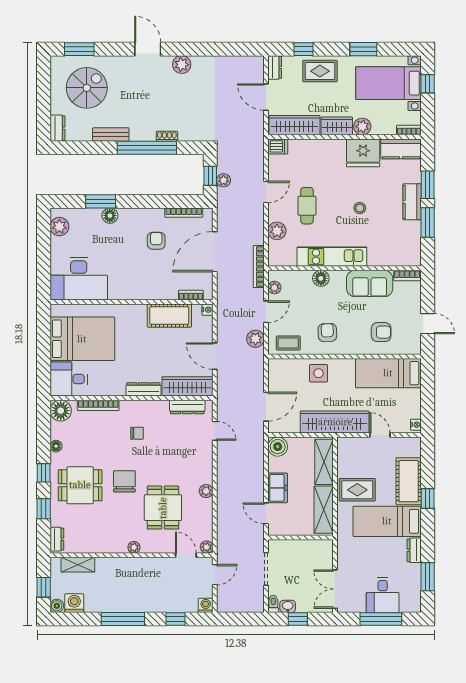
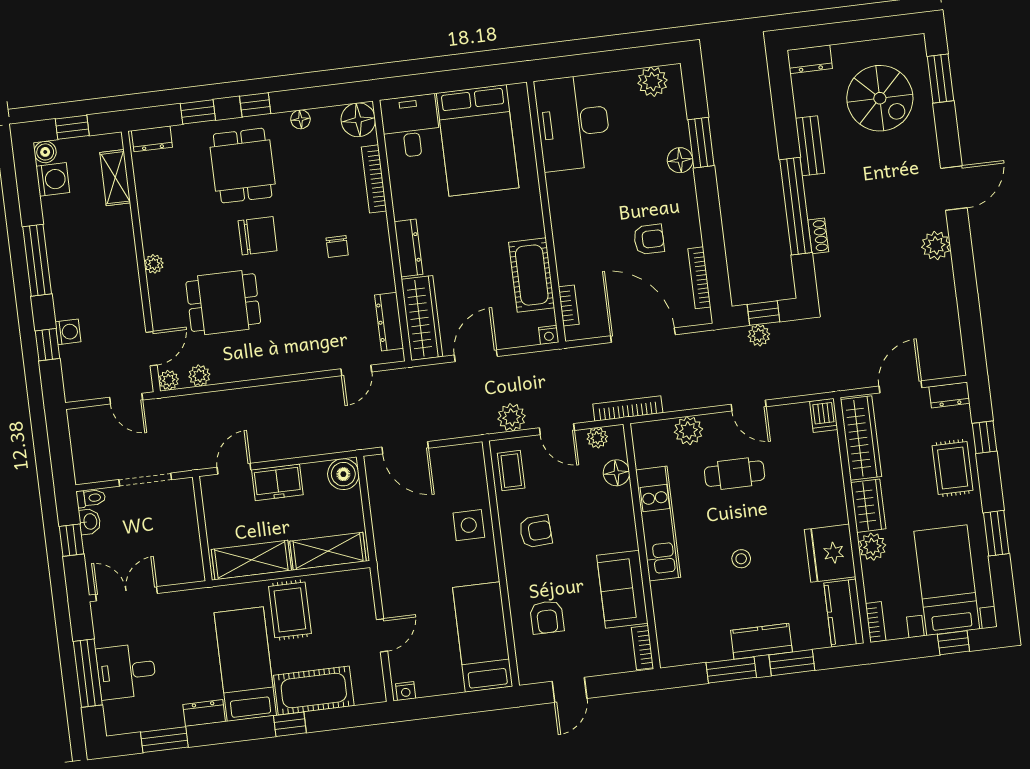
floor lamp: (321, 278) -> (616, 473), moved
wardrobe: (335, 422) -> (394, 560), removed
plant: (206, 491) -> (199, 376), moved
washing machine: (206, 605) -> (68, 332), moved

